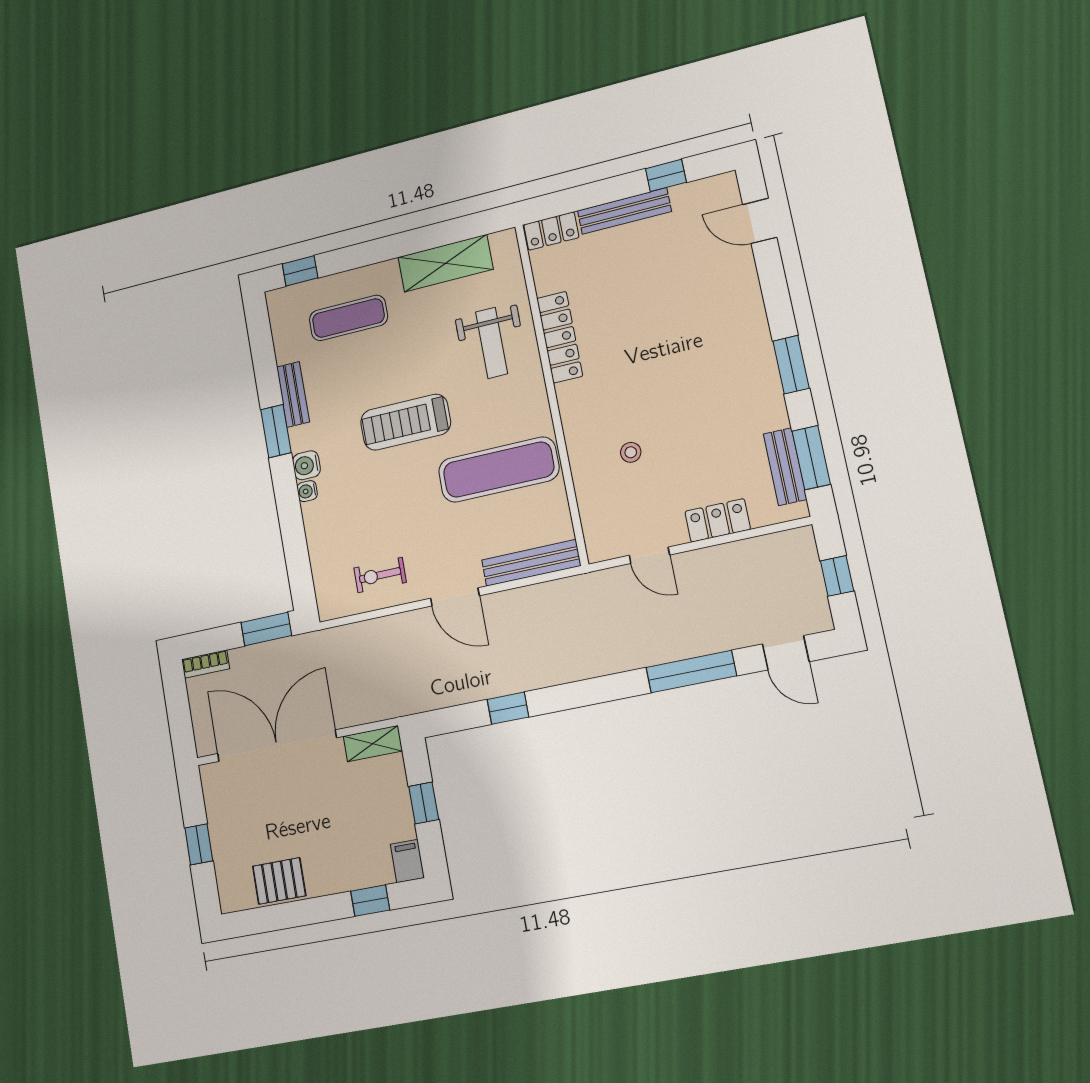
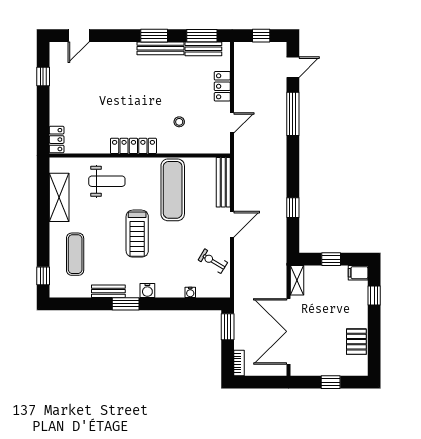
bench: (624, 211) -> (160, 48), moved, turned 90
locker: (560, 337) -> (133, 146), moved
water cooler: (307, 491) -> (190, 292), moved
exercise bike: (380, 575) -> (213, 261), turned 121

